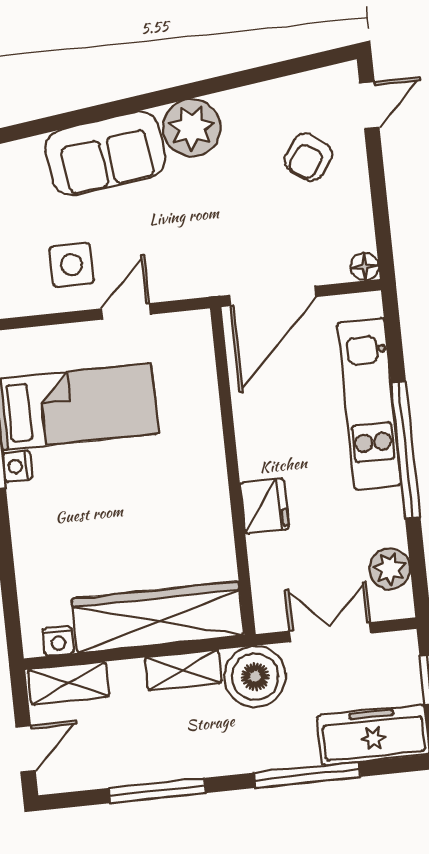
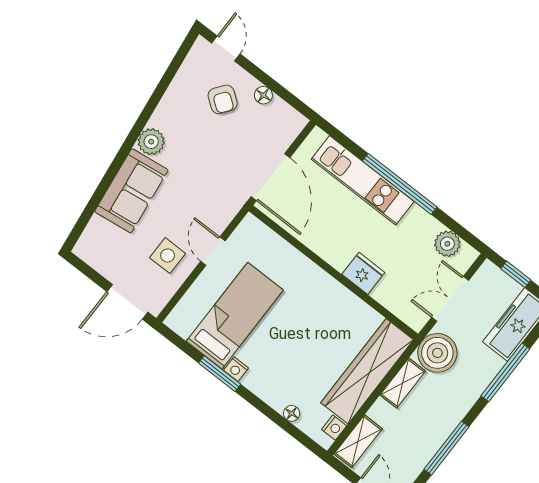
plant: (192, 128) -> (151, 142), width x0.73, depth x0.73
floor lamp: (365, 267) -> (263, 95), moved
floor lamp: (28, 577) -> (292, 413), added

